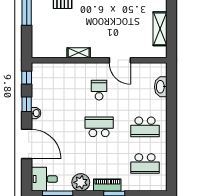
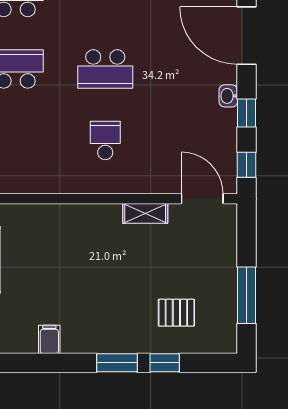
door: (120, 60) -> (202, 199), moved
school desk: (99, 90) -> (105, 140), turned 180

